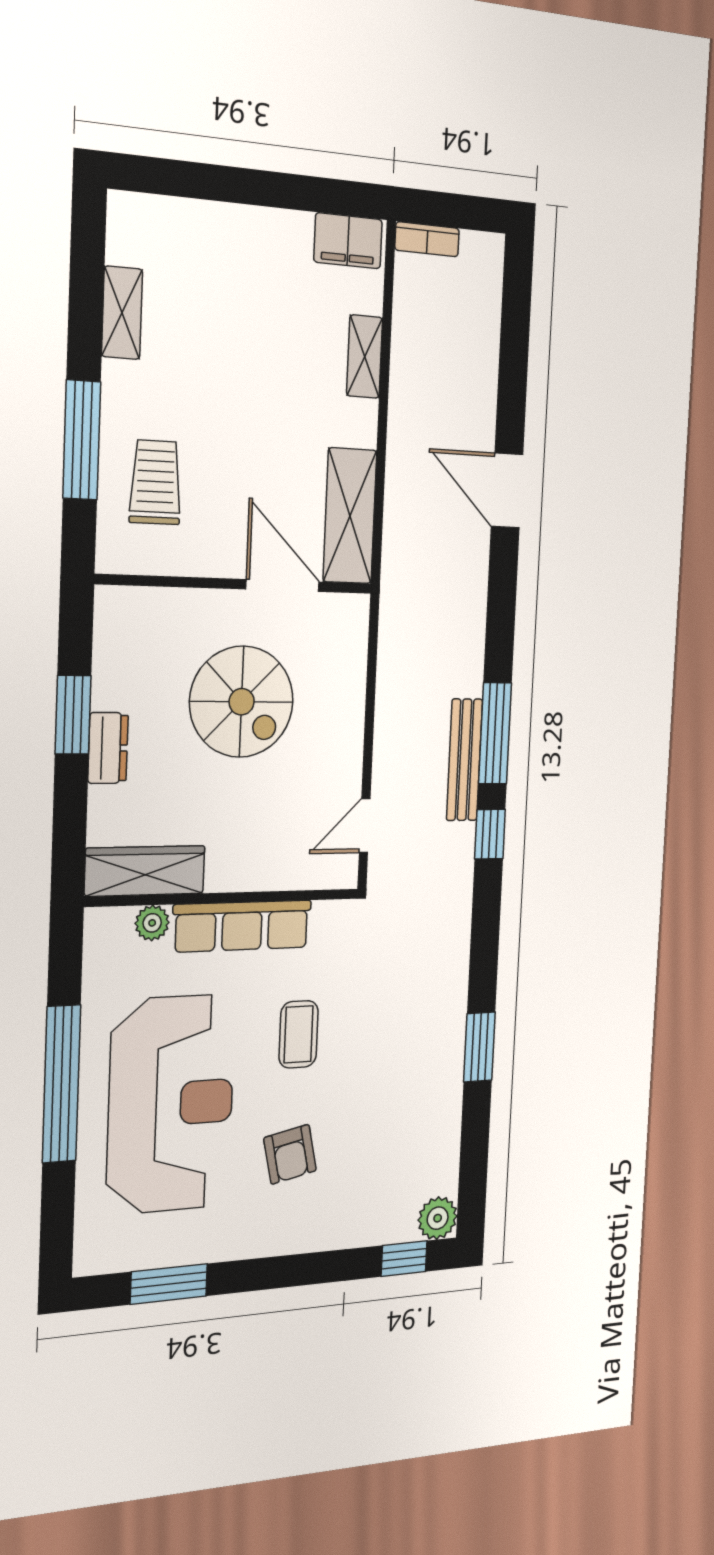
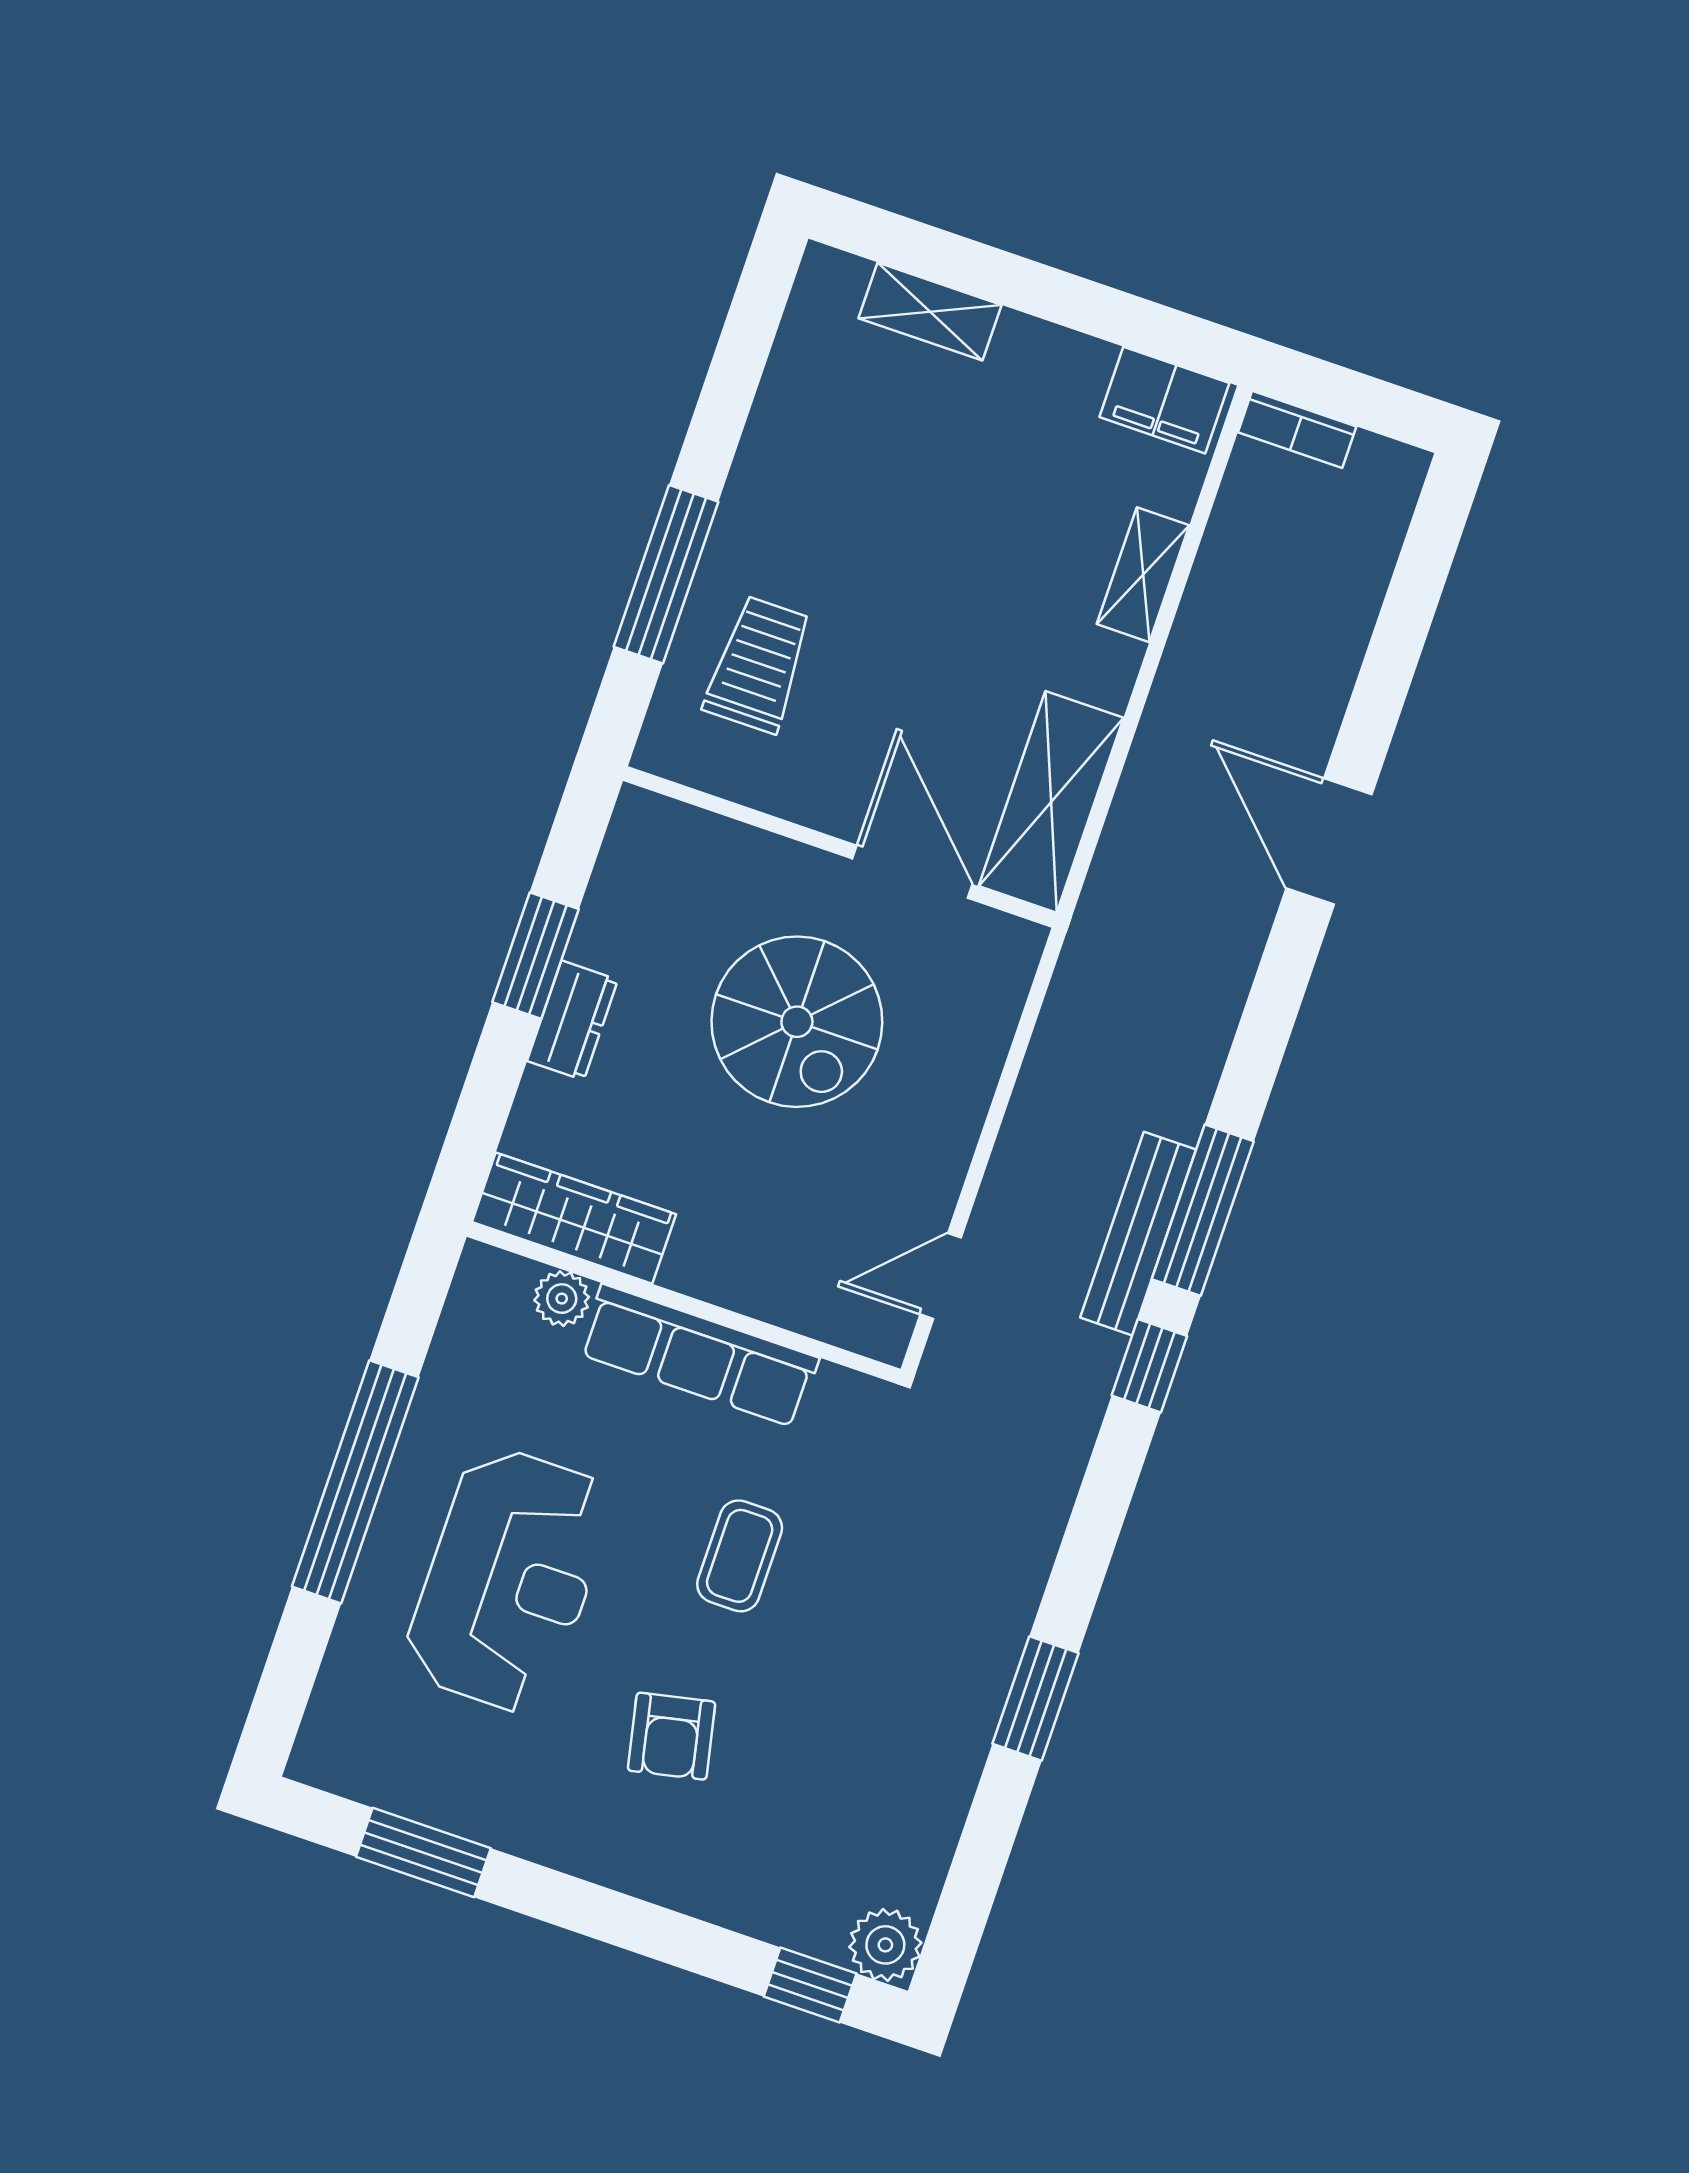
shelving: (122, 313) -> (930, 312), moved, turned 90
reception desk: (171, 1104) -> (509, 1580), width x0.74, depth x0.77

